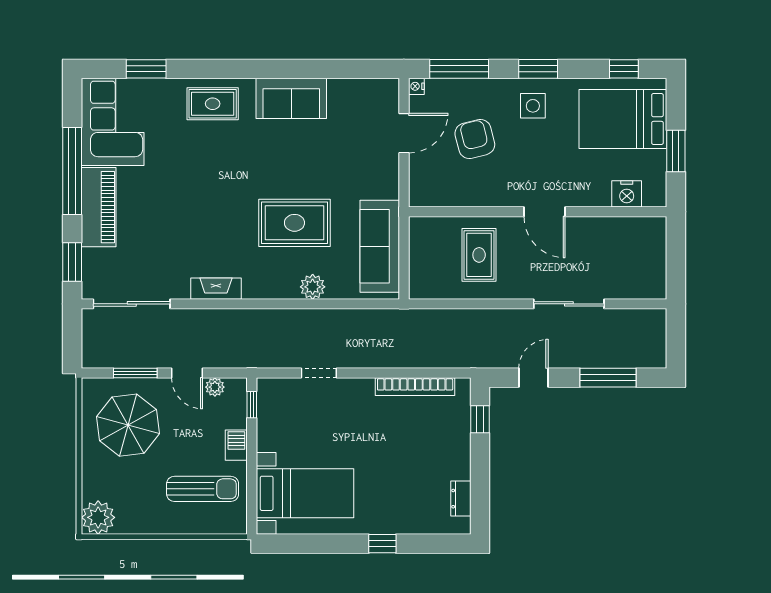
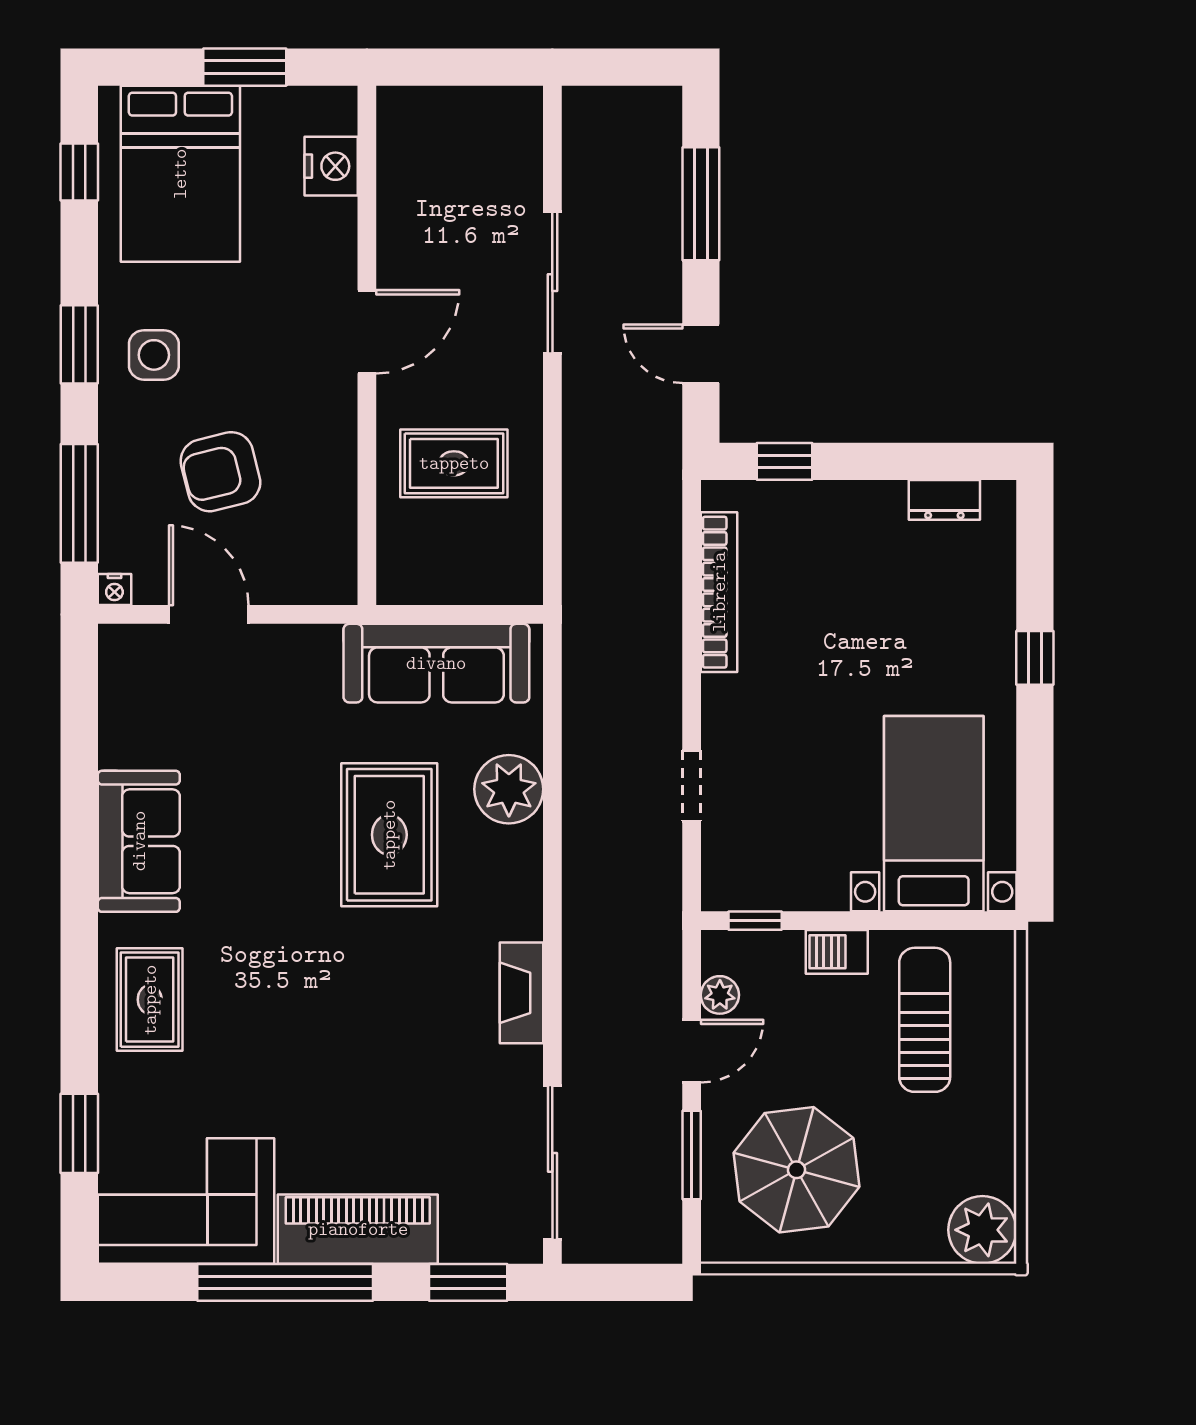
plant: (313, 287) -> (509, 789), width x1.36, depth x1.36

